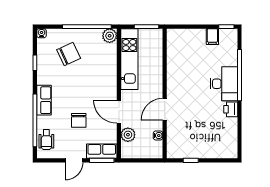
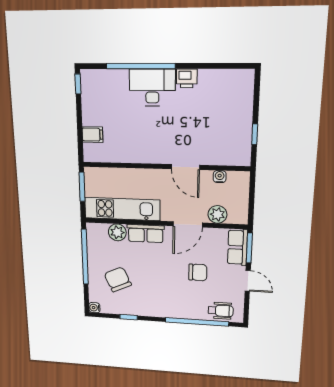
plant: (110, 36) -> (117, 232), moved
filing cabinet: (212, 37) -> (92, 135), moved
row of seats: (44, 100) -> (146, 234), moved, turned 180

